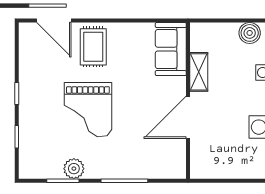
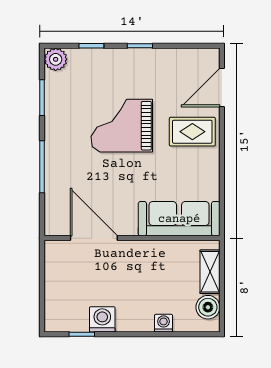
sofa: (171, 49) -> (179, 219), width x1.36
shelving: (199, 72) -> (210, 272), moved, turned 90
door: (188, 117) -> (94, 238), moved
plant: (74, 169) -> (56, 59), moved

